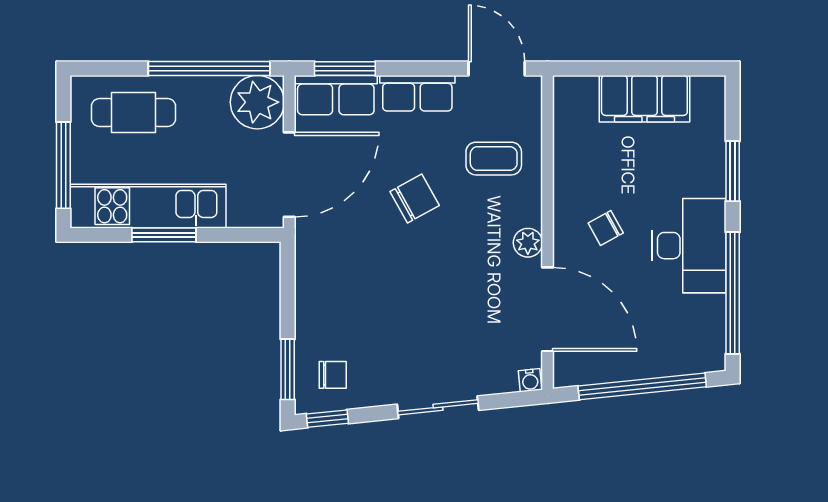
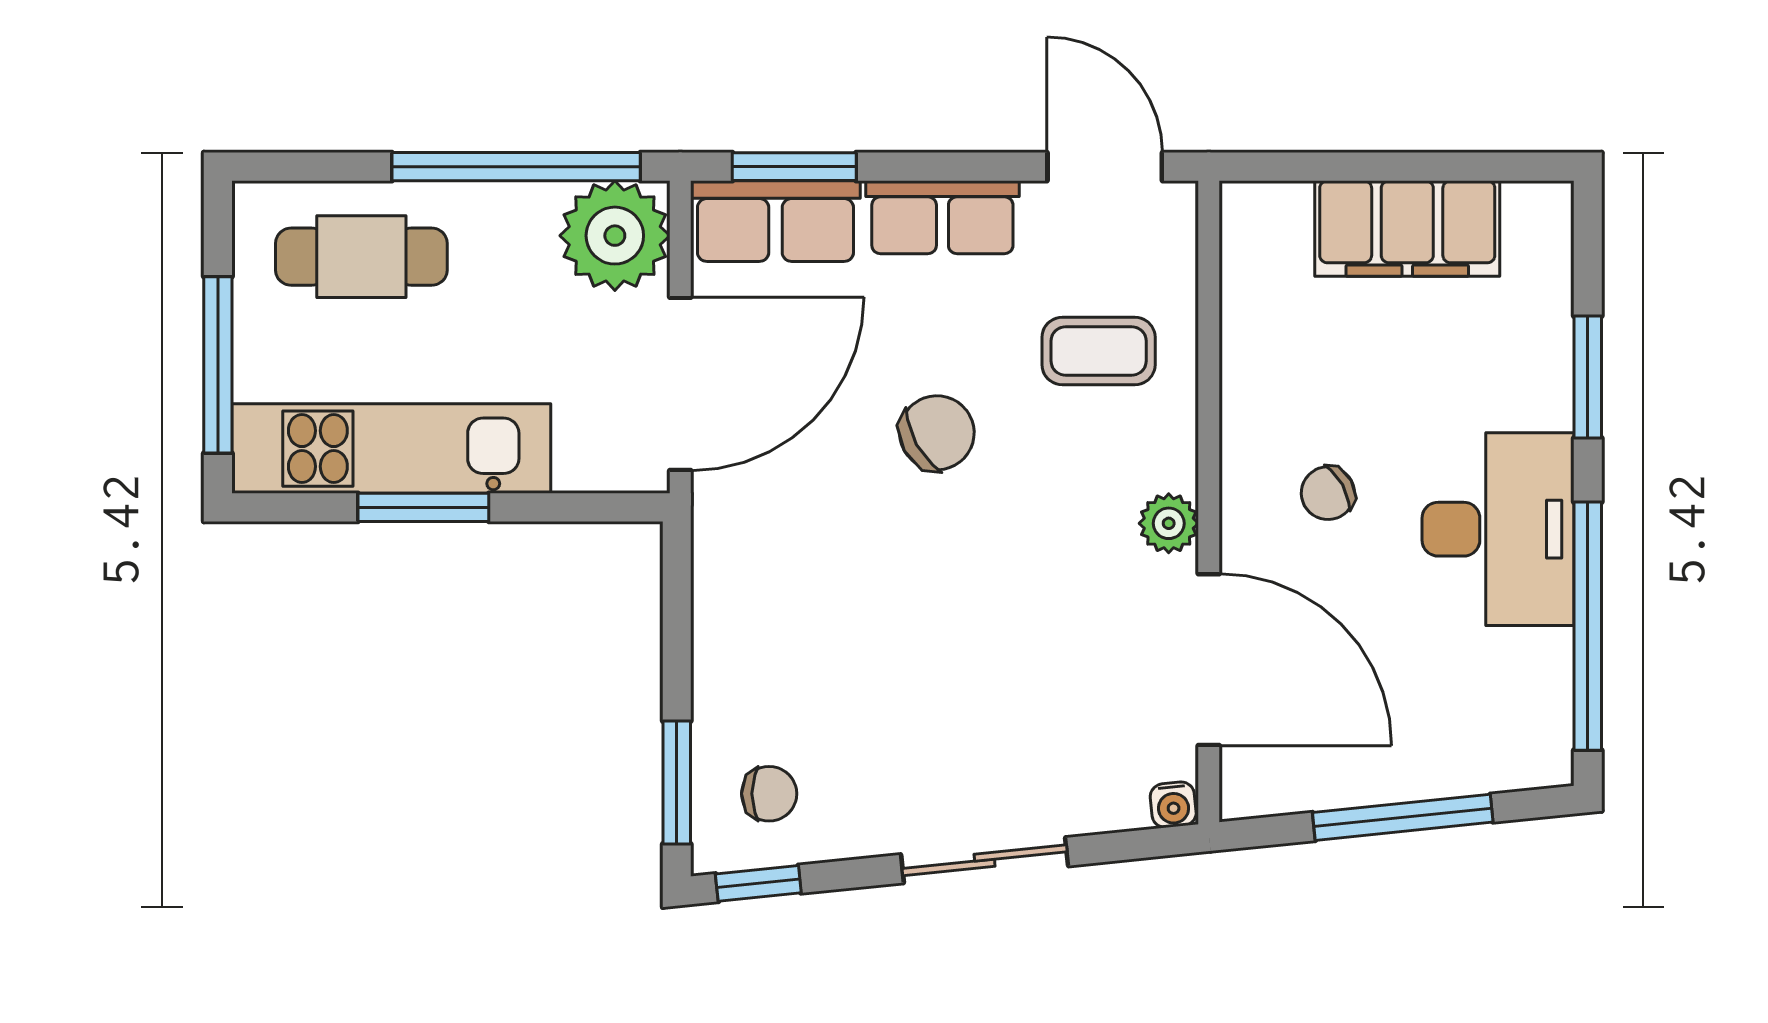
window: (642, 386) -> (1403, 817), width x0.68

